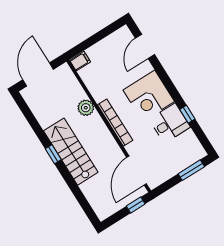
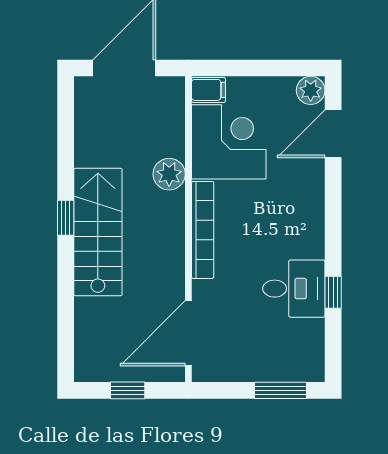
plant: (124, 34) -> (311, 90), added
corner desk: (149, 96) -> (229, 142), moved, turned 180
window: (136, 205) -> (128, 390), moved

